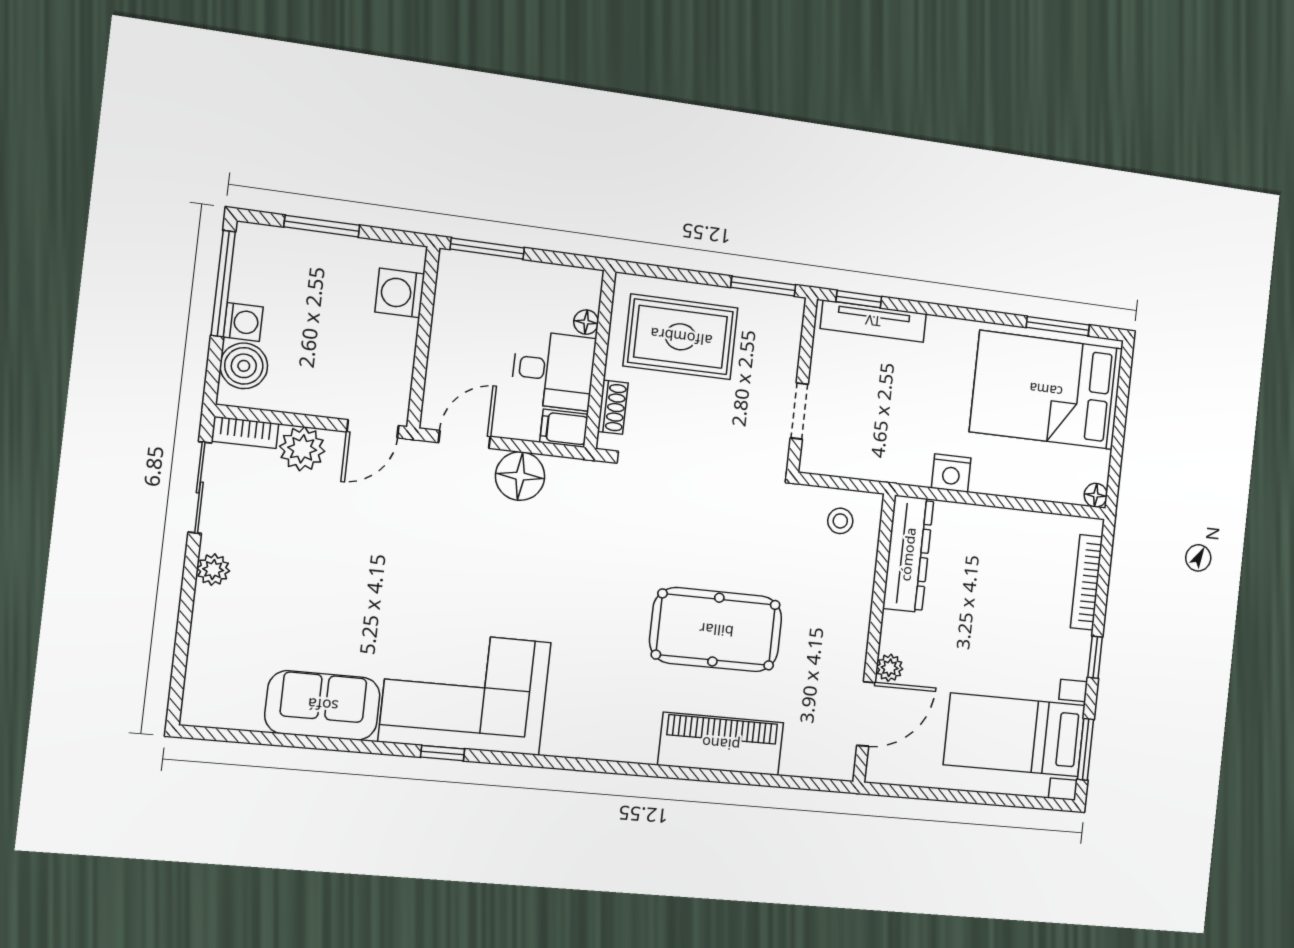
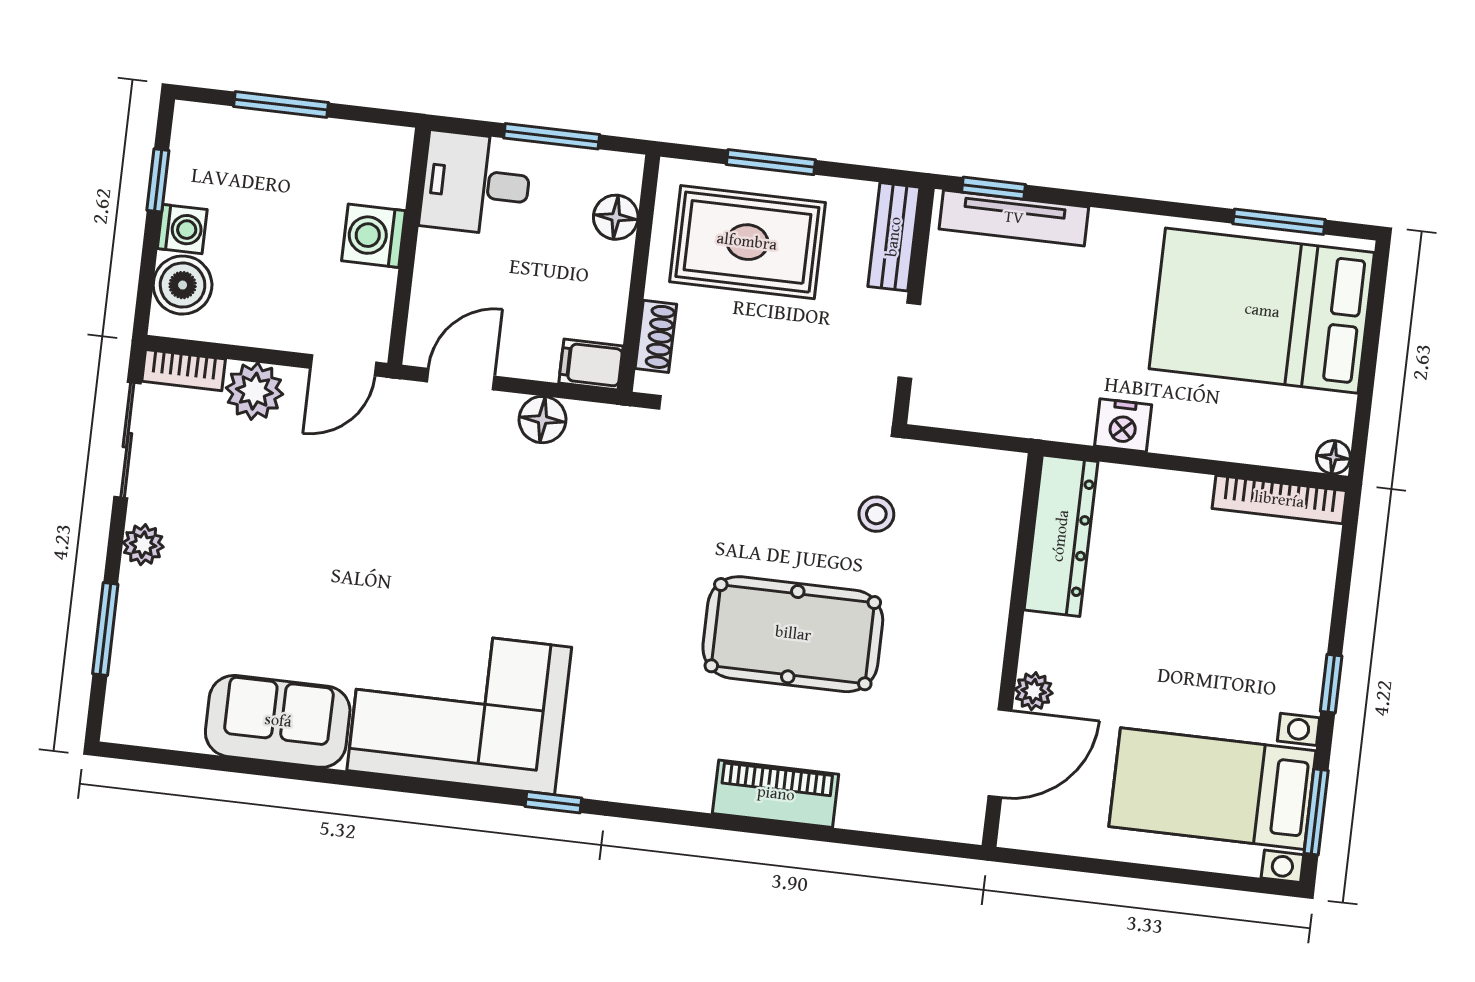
window: (487, 249) -> (552, 136), moved
window: (223, 284) -> (158, 180), width x0.46
window: (763, 286) -> (771, 162), moved
washing machine: (400, 293) -> (373, 236), moved
floor lamp: (586, 322) -> (616, 217), width x1.37, depth x1.37
bench: (788, 334) -> (894, 237), added
desk: (553, 370) -> (476, 184), moved, turned 180
floor lamp: (520, 476) -> (542, 420), width x0.73, depth x0.73
stool: (840, 521) -> (876, 514), moved
bookcase: (1087, 582) -> (1279, 500), moved, turned -90
window: (183, 636) -> (105, 629), added
piano: (721, 744) -> (776, 794), width x0.73, depth x0.75
window: (443, 753) -> (553, 802), moved

